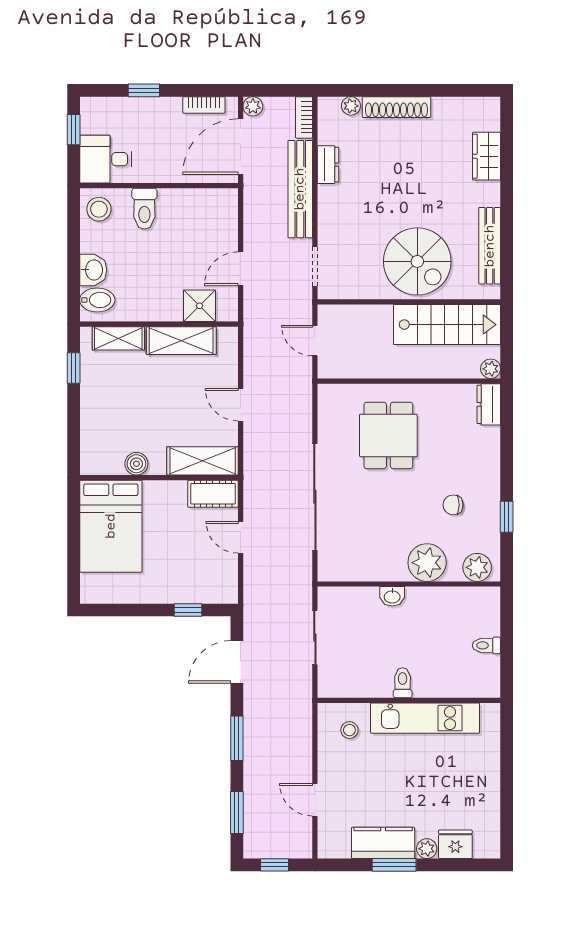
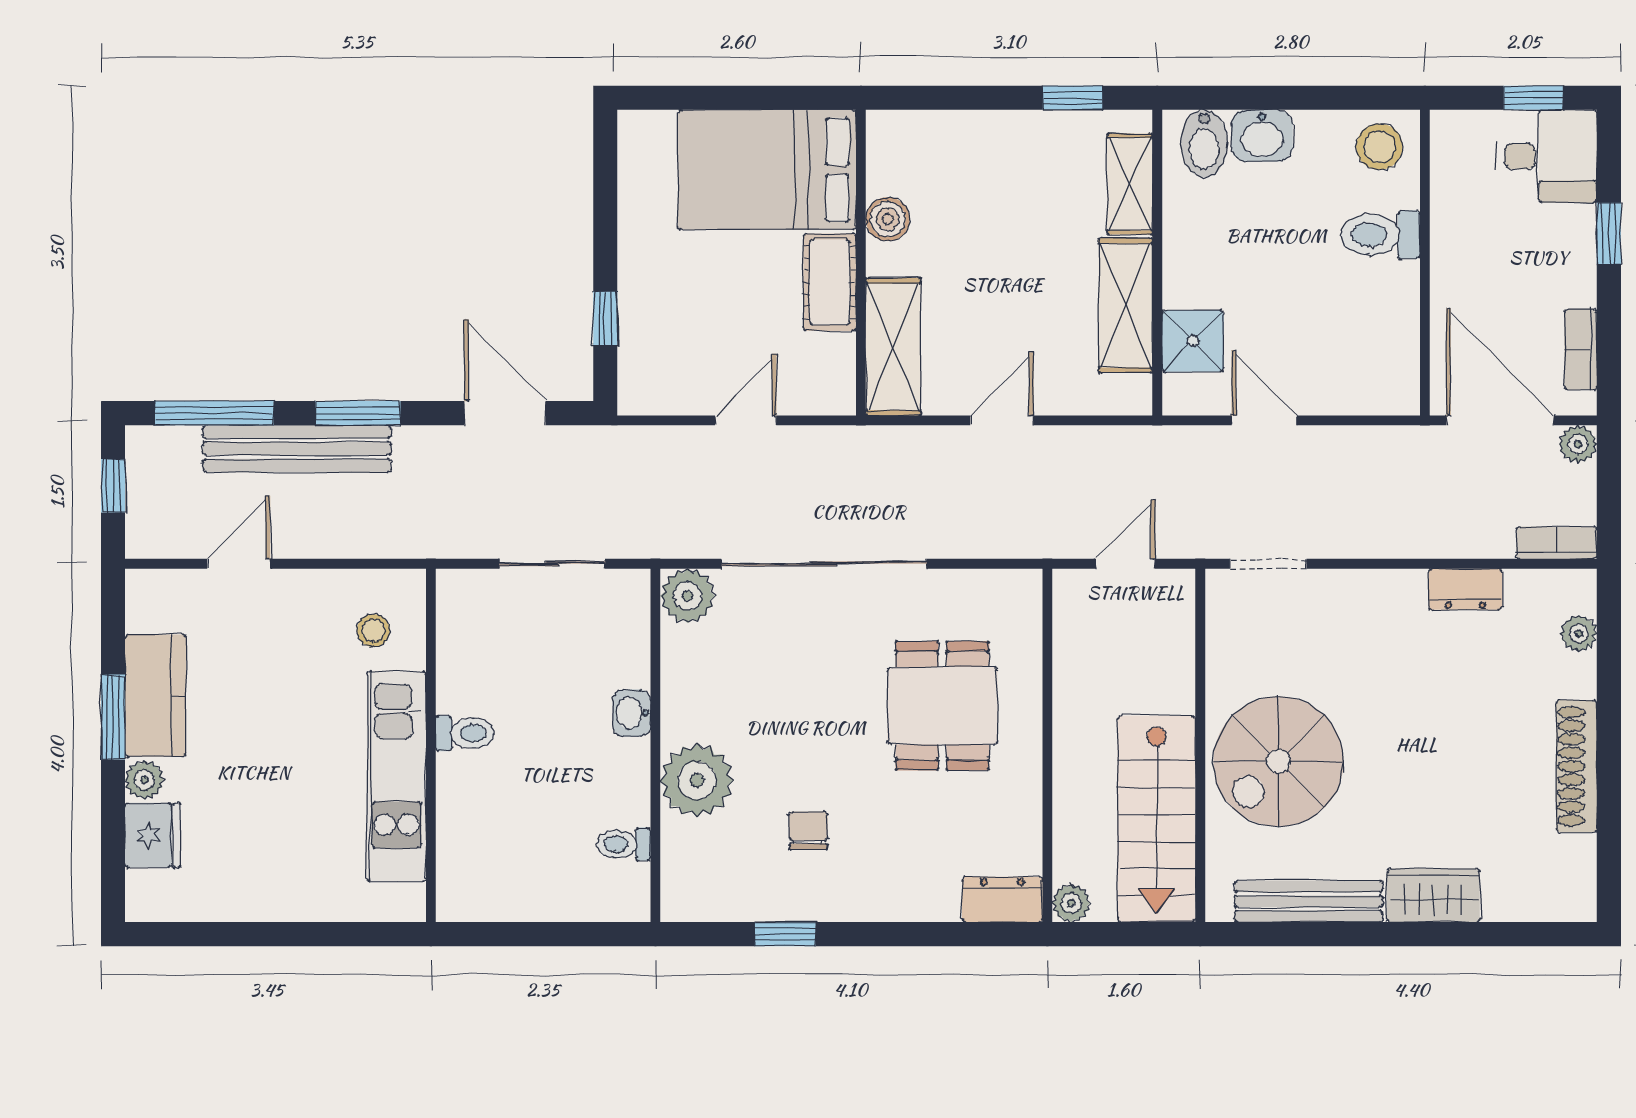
shoe rack: (396, 107) -> (1577, 766), moved
wardrobe: (487, 156) -> (1433, 895), moved
desk: (106, 159) -> (1547, 156), moved, turned 90
bench: (300, 189) -> (297, 449), moved
dining table: (388, 435) -> (942, 706), turned 90
cot: (213, 494) -> (830, 282), moved
plant: (477, 567) -> (688, 596), moved
toilet: (486, 645) -> (624, 844), moved, turned -90
window: (237, 812) -> (214, 413), width x1.44

